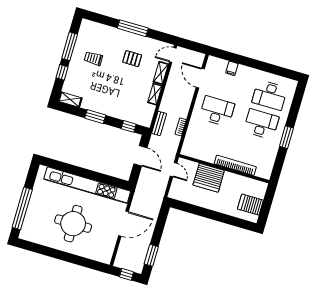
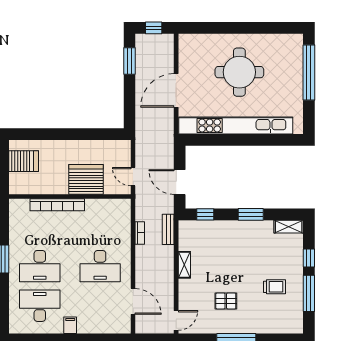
filing cabinet: (232, 68) -> (70, 325), moved
shelving: (161, 73) -> (185, 293), removed

